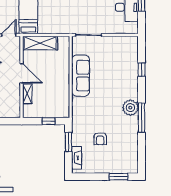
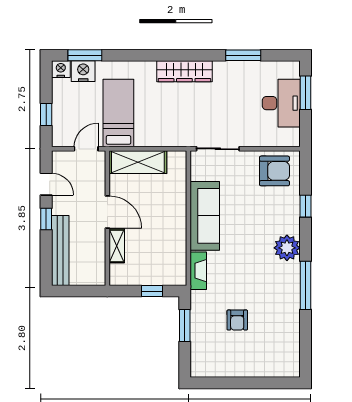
armchair: (123, 48) -> (274, 171), added
plant: (130, 108) -> (287, 248), moved
fireplace: (77, 158) -> (198, 271), moved
window: (118, 177) -> (267, 383), removed

